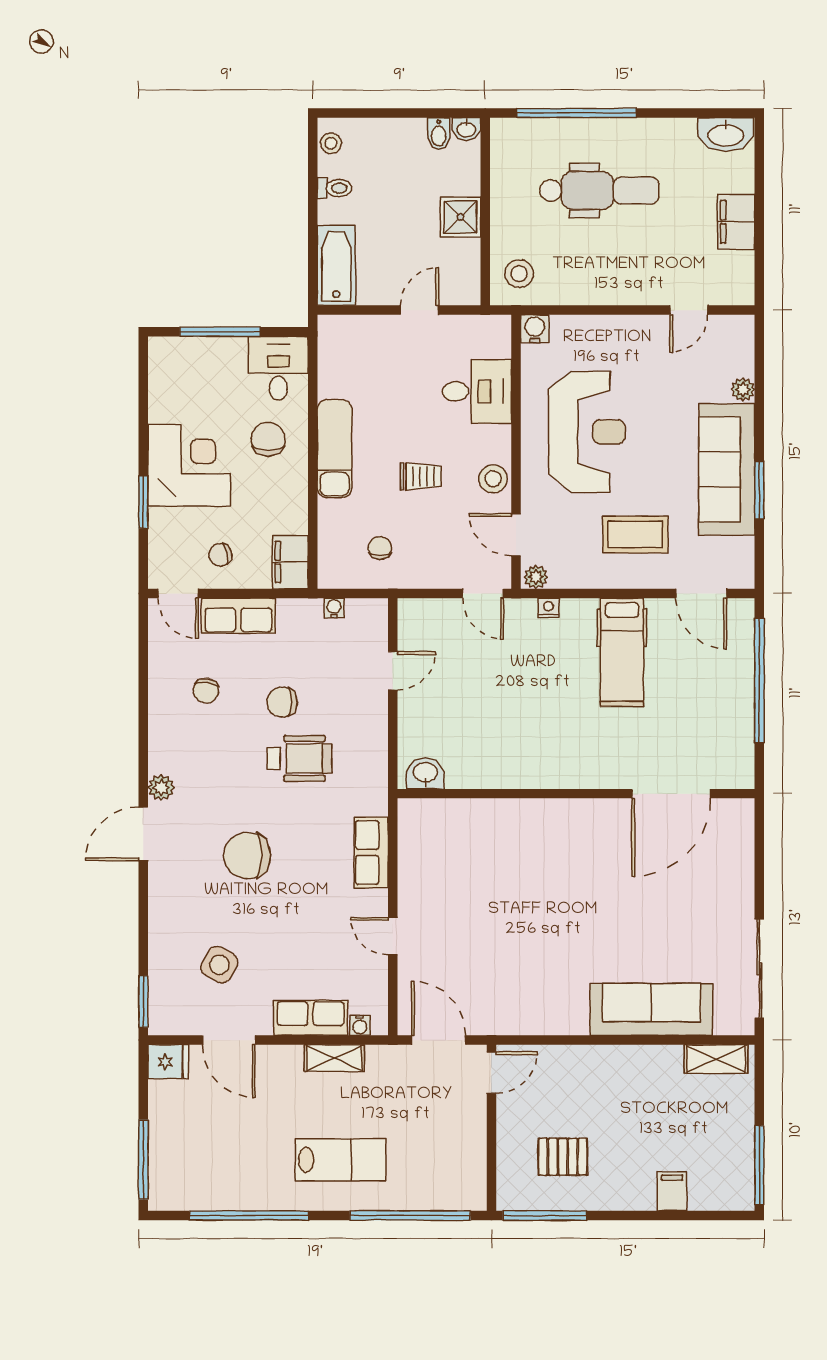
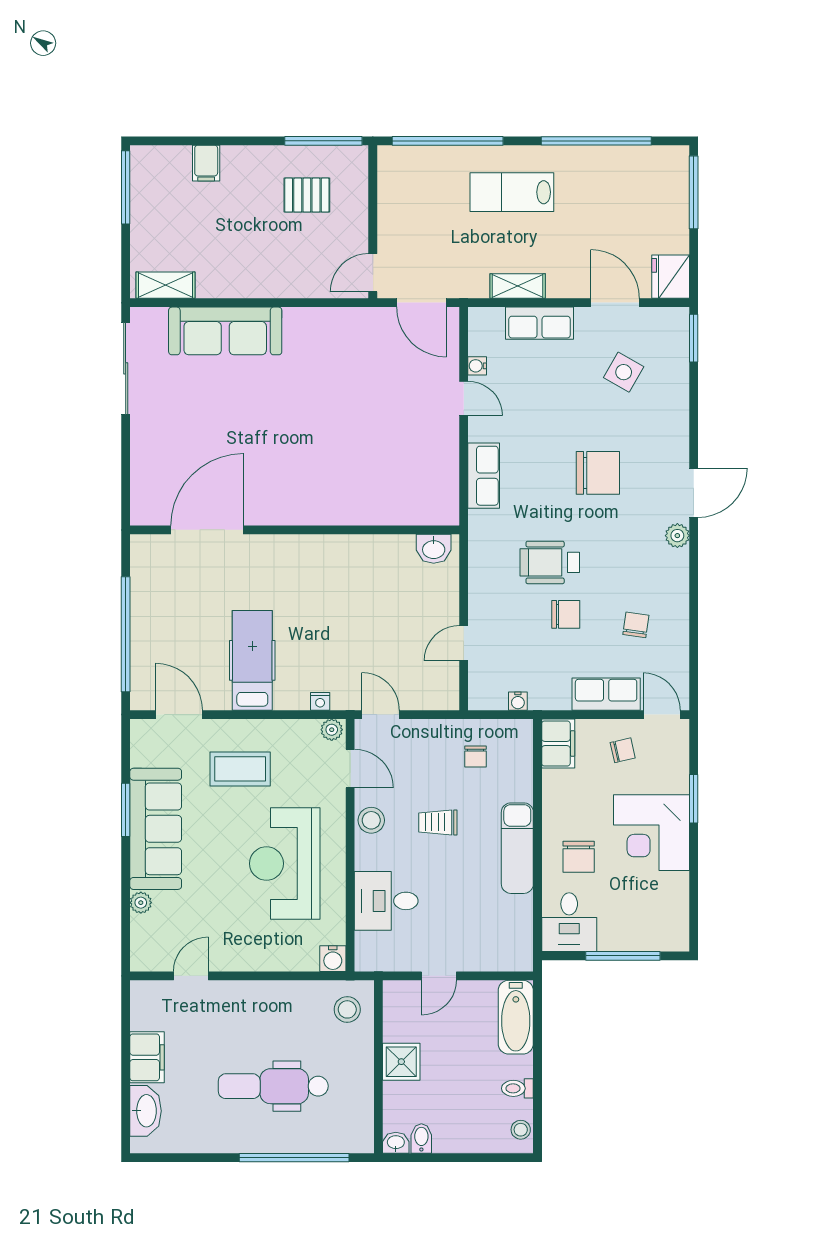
washbasin: (726, 135) -> (146, 1111), moved, turned 90
water cooler: (360, 1025) -> (477, 366), moved, turned -90
fridge: (168, 1062) -> (671, 277), width x1.38

